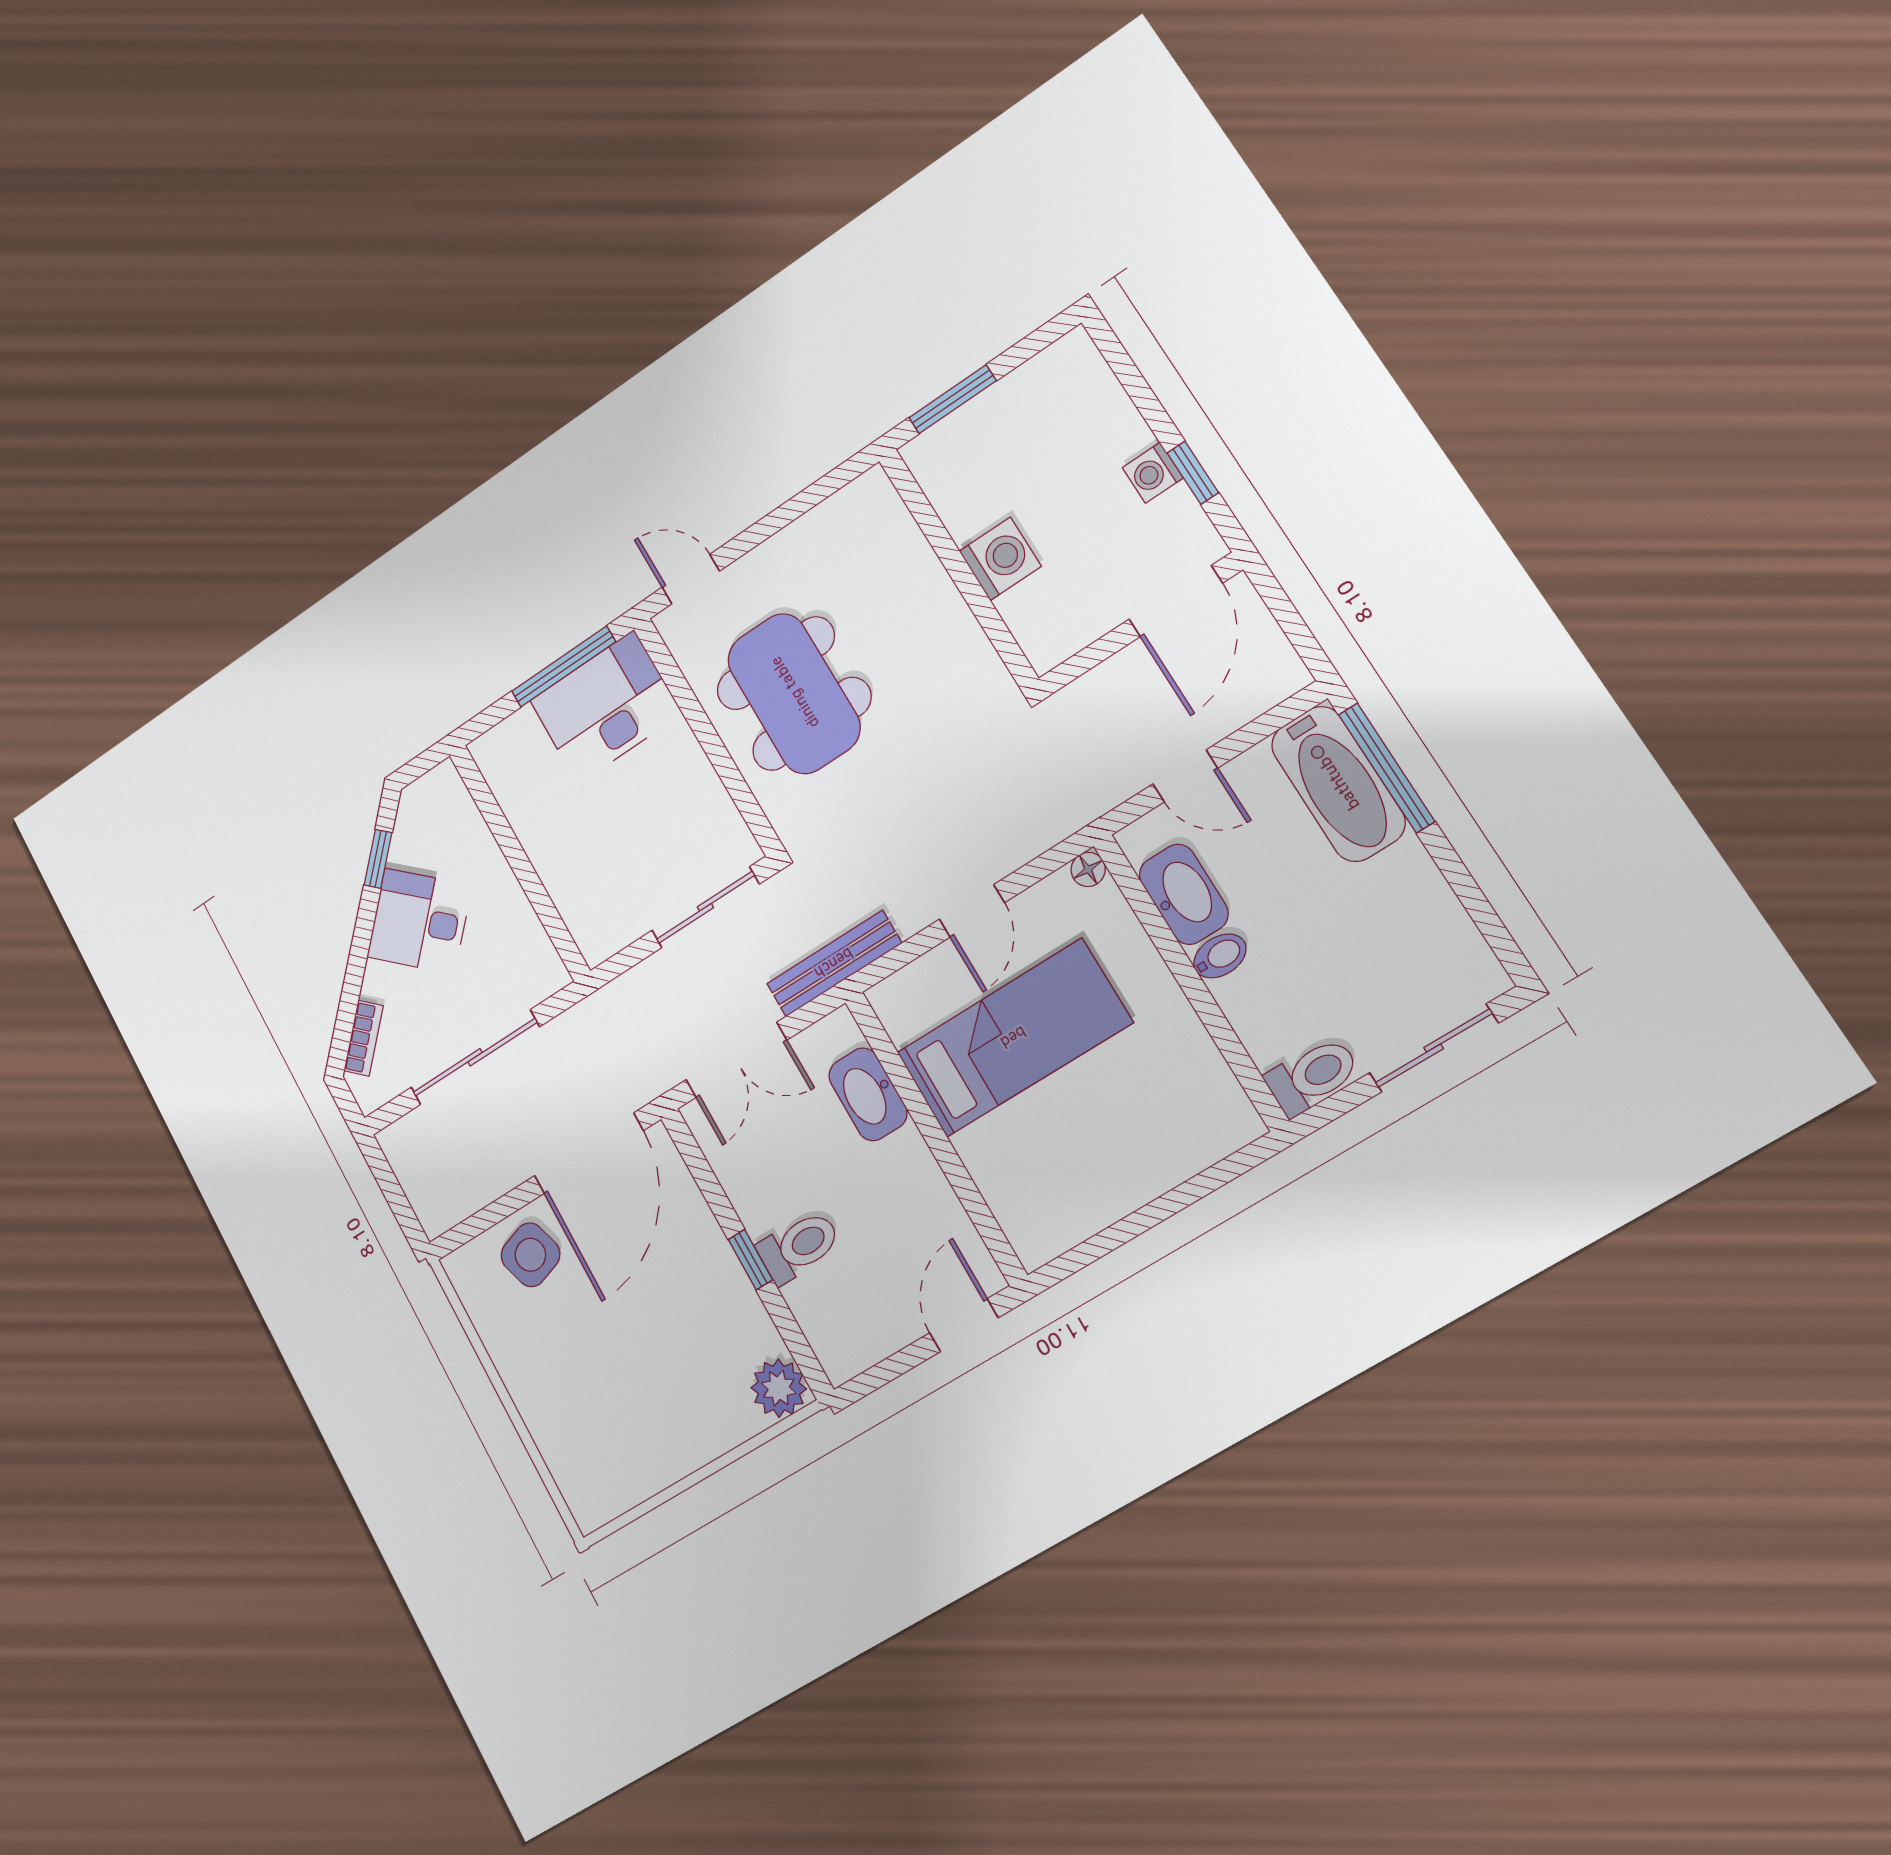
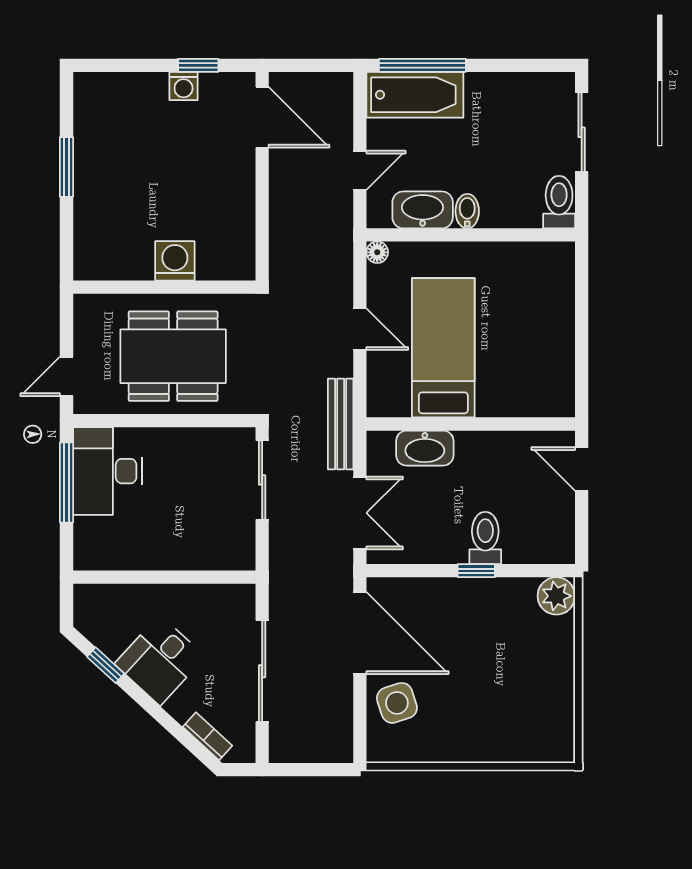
washing machine: (1000, 559) -> (175, 261), moved
wall: (958, 568) -> (164, 287), moved

